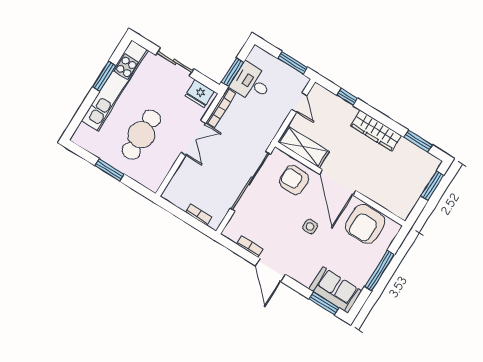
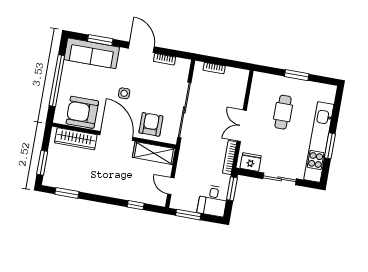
desk: (251, 83) -> (213, 201), moved, turned 90
wardrobe: (376, 131) -> (76, 139), moved, turned 180
cafe table: (141, 135) -> (283, 112), width x0.73, depth x0.74
armchair: (294, 180) -> (151, 124), turned -90
armchair: (365, 224) -> (82, 112), turned -90
window: (379, 271) -> (57, 81), width x1.46
sofa: (335, 290) -> (92, 53), width x1.36
window: (324, 303) -> (100, 40), moved

